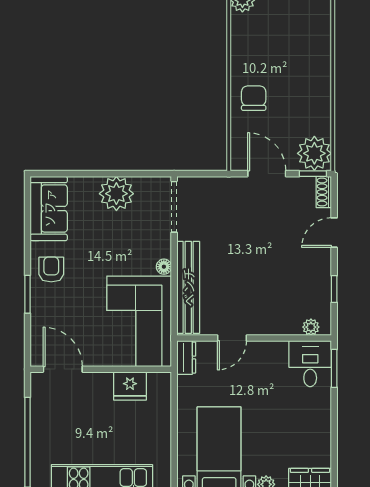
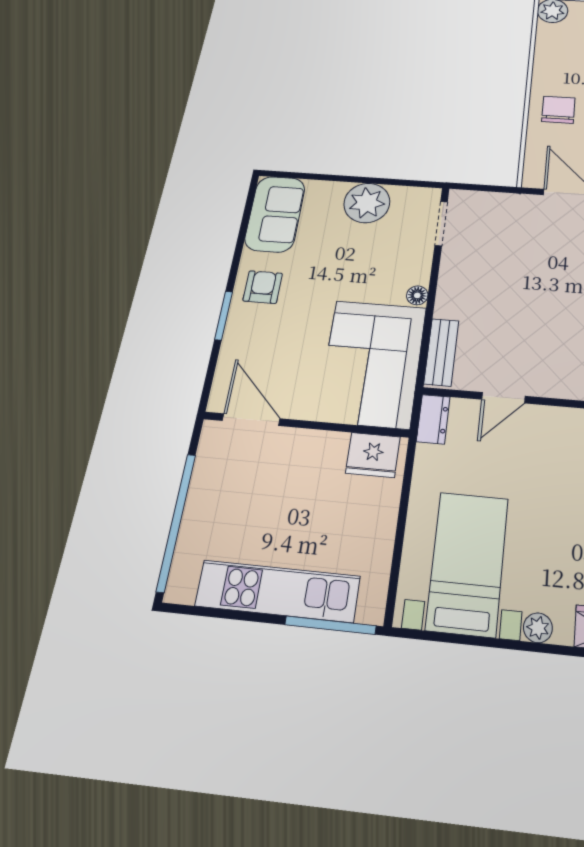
doorway: (174, 207) -> (441, 224), width x0.73
bench: (188, 287) -> (441, 352), width x0.54, depth x0.82
fridge: (130, 386) -> (373, 455), moved

